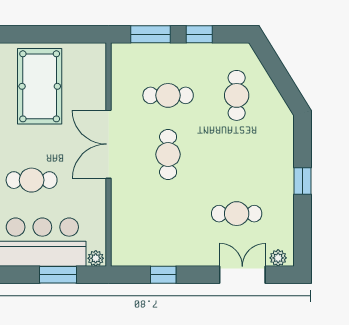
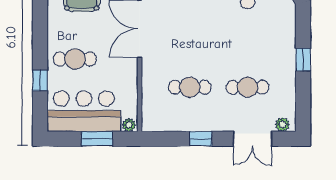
cafe table: (168, 154) -> (190, 87), moved, turned 90
window: (163, 275) -> (201, 139), moved
double door: (242, 275) -> (252, 139), swing flipped

